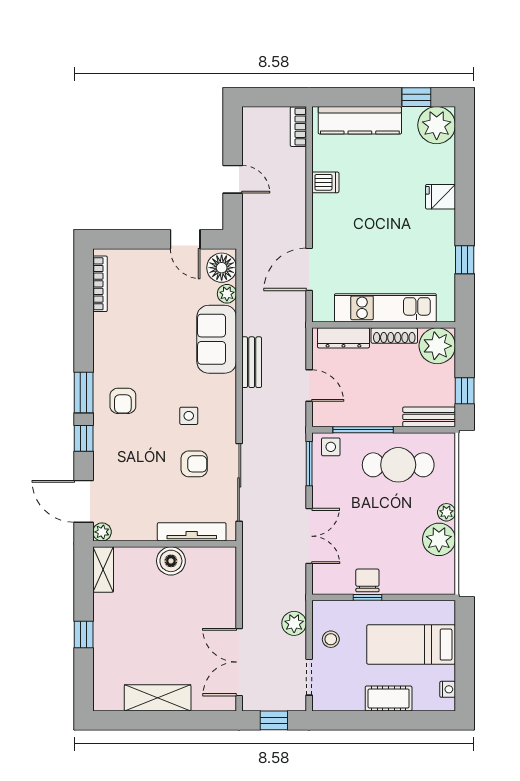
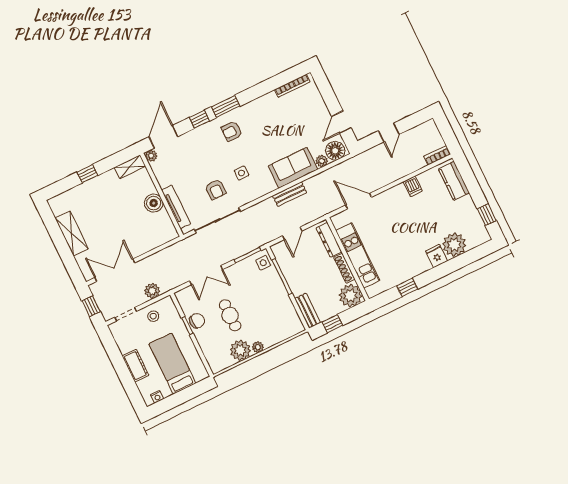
kitchen counter: (360, 120) -> (454, 181), width x0.67
plant: (437, 125) -> (454, 245), moved
cafe table: (398, 465) -> (230, 315), moved, width x0.73, depth x0.74

